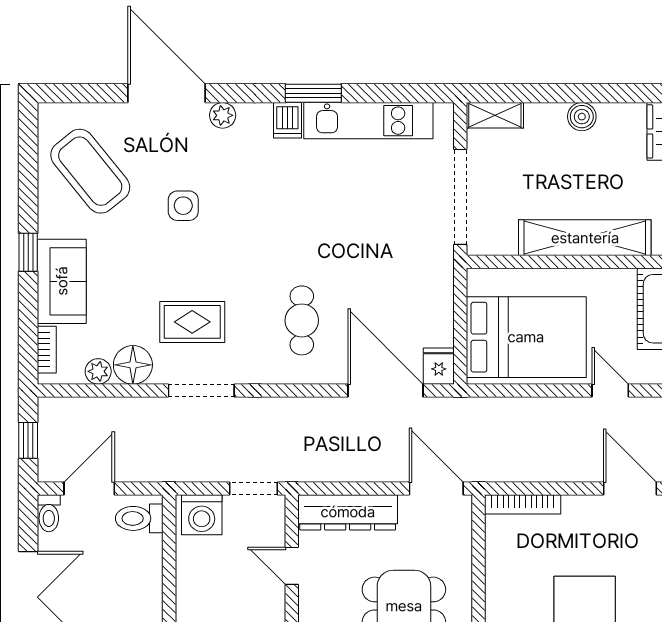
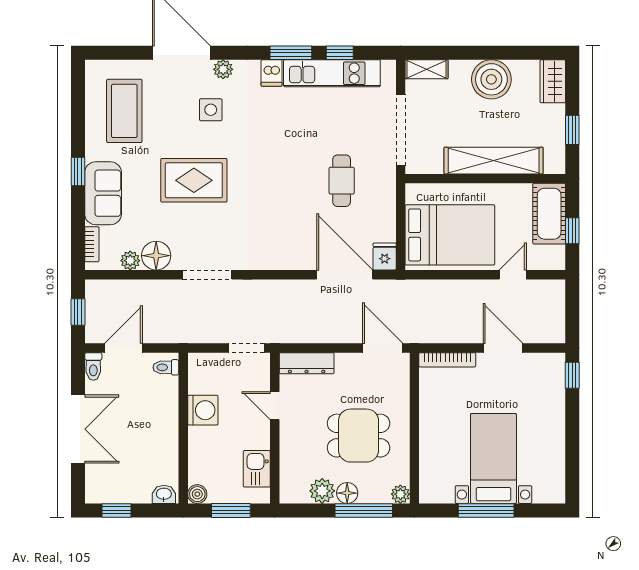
window: (379, 93) -> (340, 53), added
boiler: (582, 117) -> (491, 79), width x1.86, depth x1.86
coffee table: (90, 171) -> (124, 111), turned 39
side table: (183, 206) -> (211, 110), moved
cafe table: (302, 320) -> (342, 181), moved
rug: (192, 322) -> (194, 180), moved, width x1.36, depth x1.43
door: (610, 390) -> (513, 275), hinge flipped
door: (630, 489) -> (503, 348), moved
dresser: (348, 512) -> (307, 363), width x0.73, depth x0.80
washing machine: (202, 515) -> (203, 410), moved, turned -90
toilet: (139, 518) -> (166, 367), width x0.73, depth x0.72

